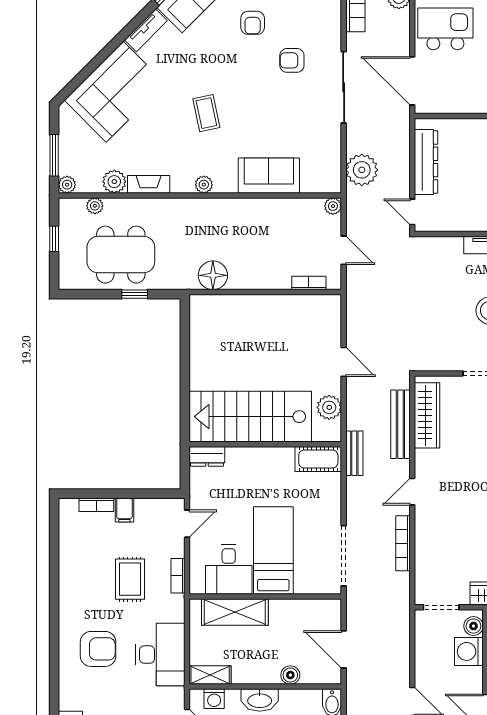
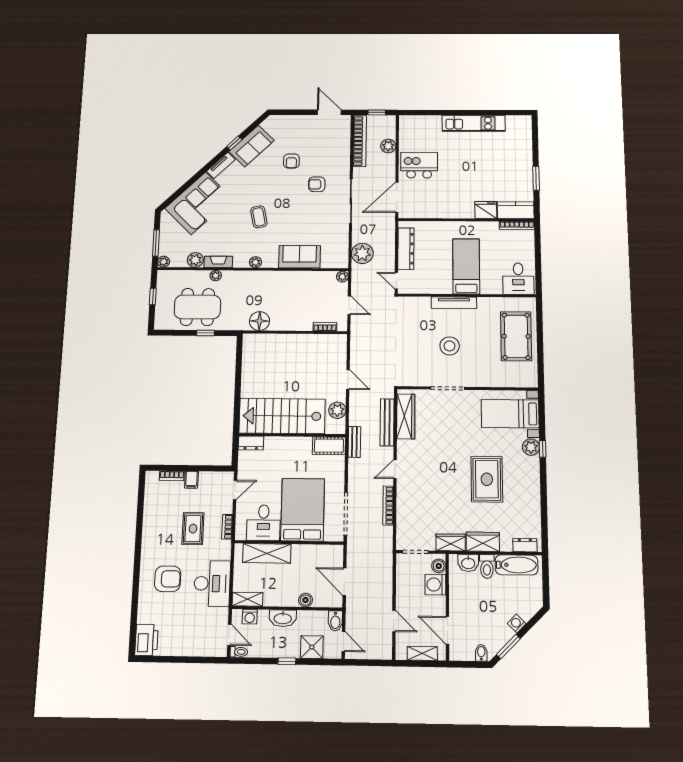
door: (412, 81) -> (397, 197), hinge flipped
plant: (95, 206) -> (216, 276), moved
bed: (273, 550) -> (303, 510), width x1.50

